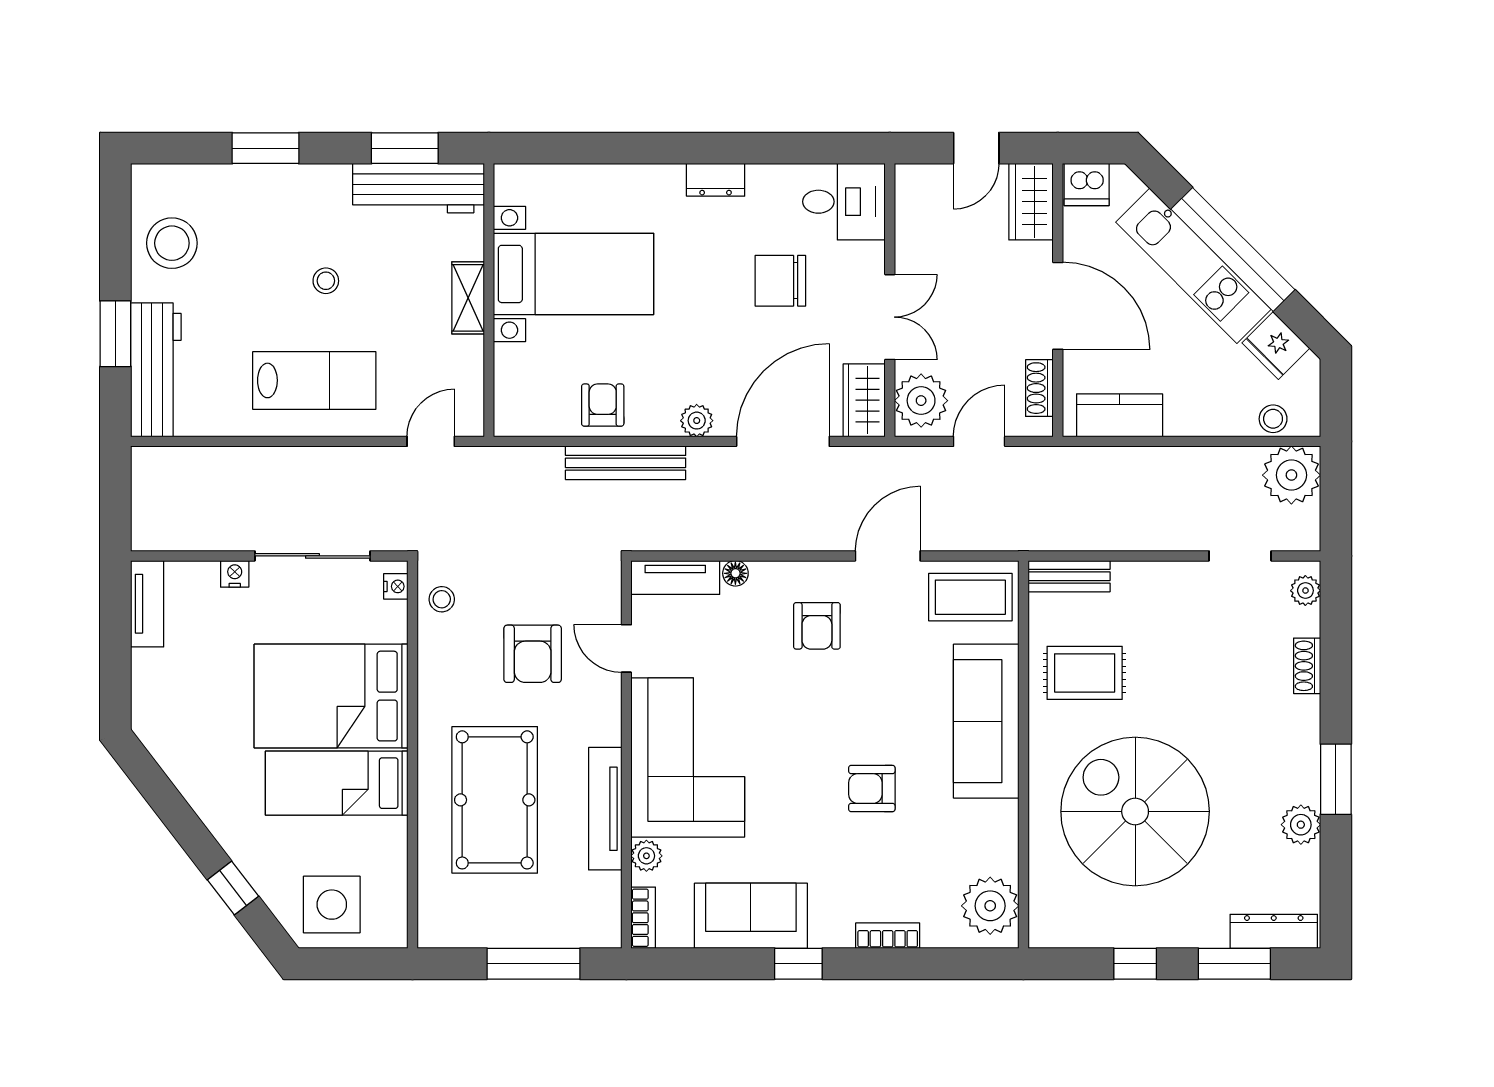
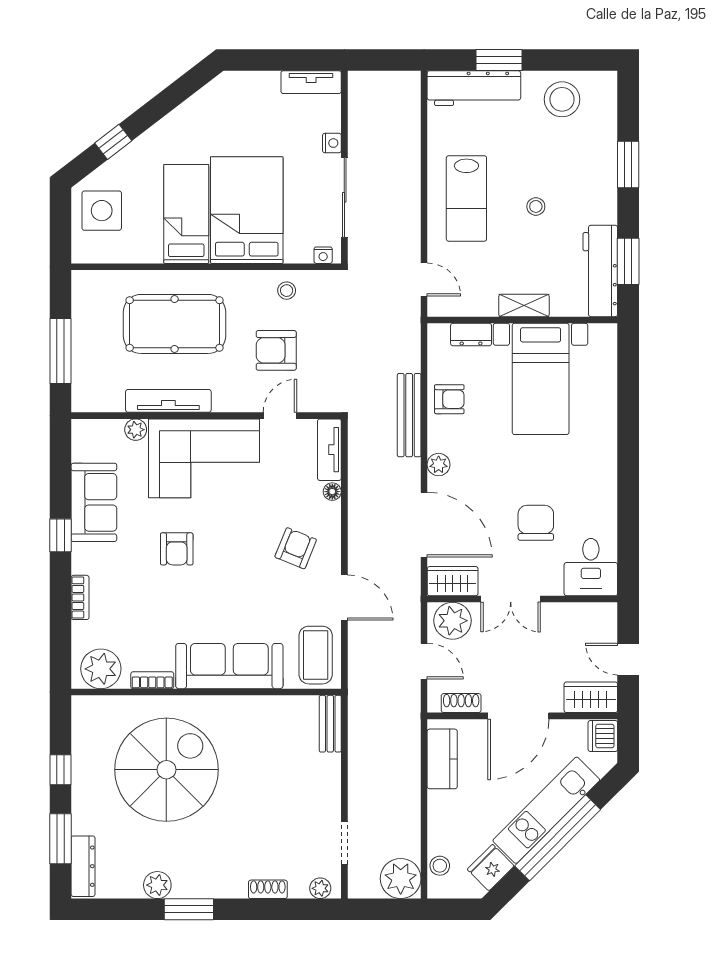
dresser: (716, 180) -> (471, 335), moved, turned -90
stool: (442, 599) -> (287, 291), moved
armchair: (817, 626) -> (296, 548), turned 112
rug: (1085, 673) -> (263, 735), removed
armchair: (872, 789) -> (177, 549), moved, turned 180
bookcase: (643, 918) -> (152, 680), moved, turned 180

